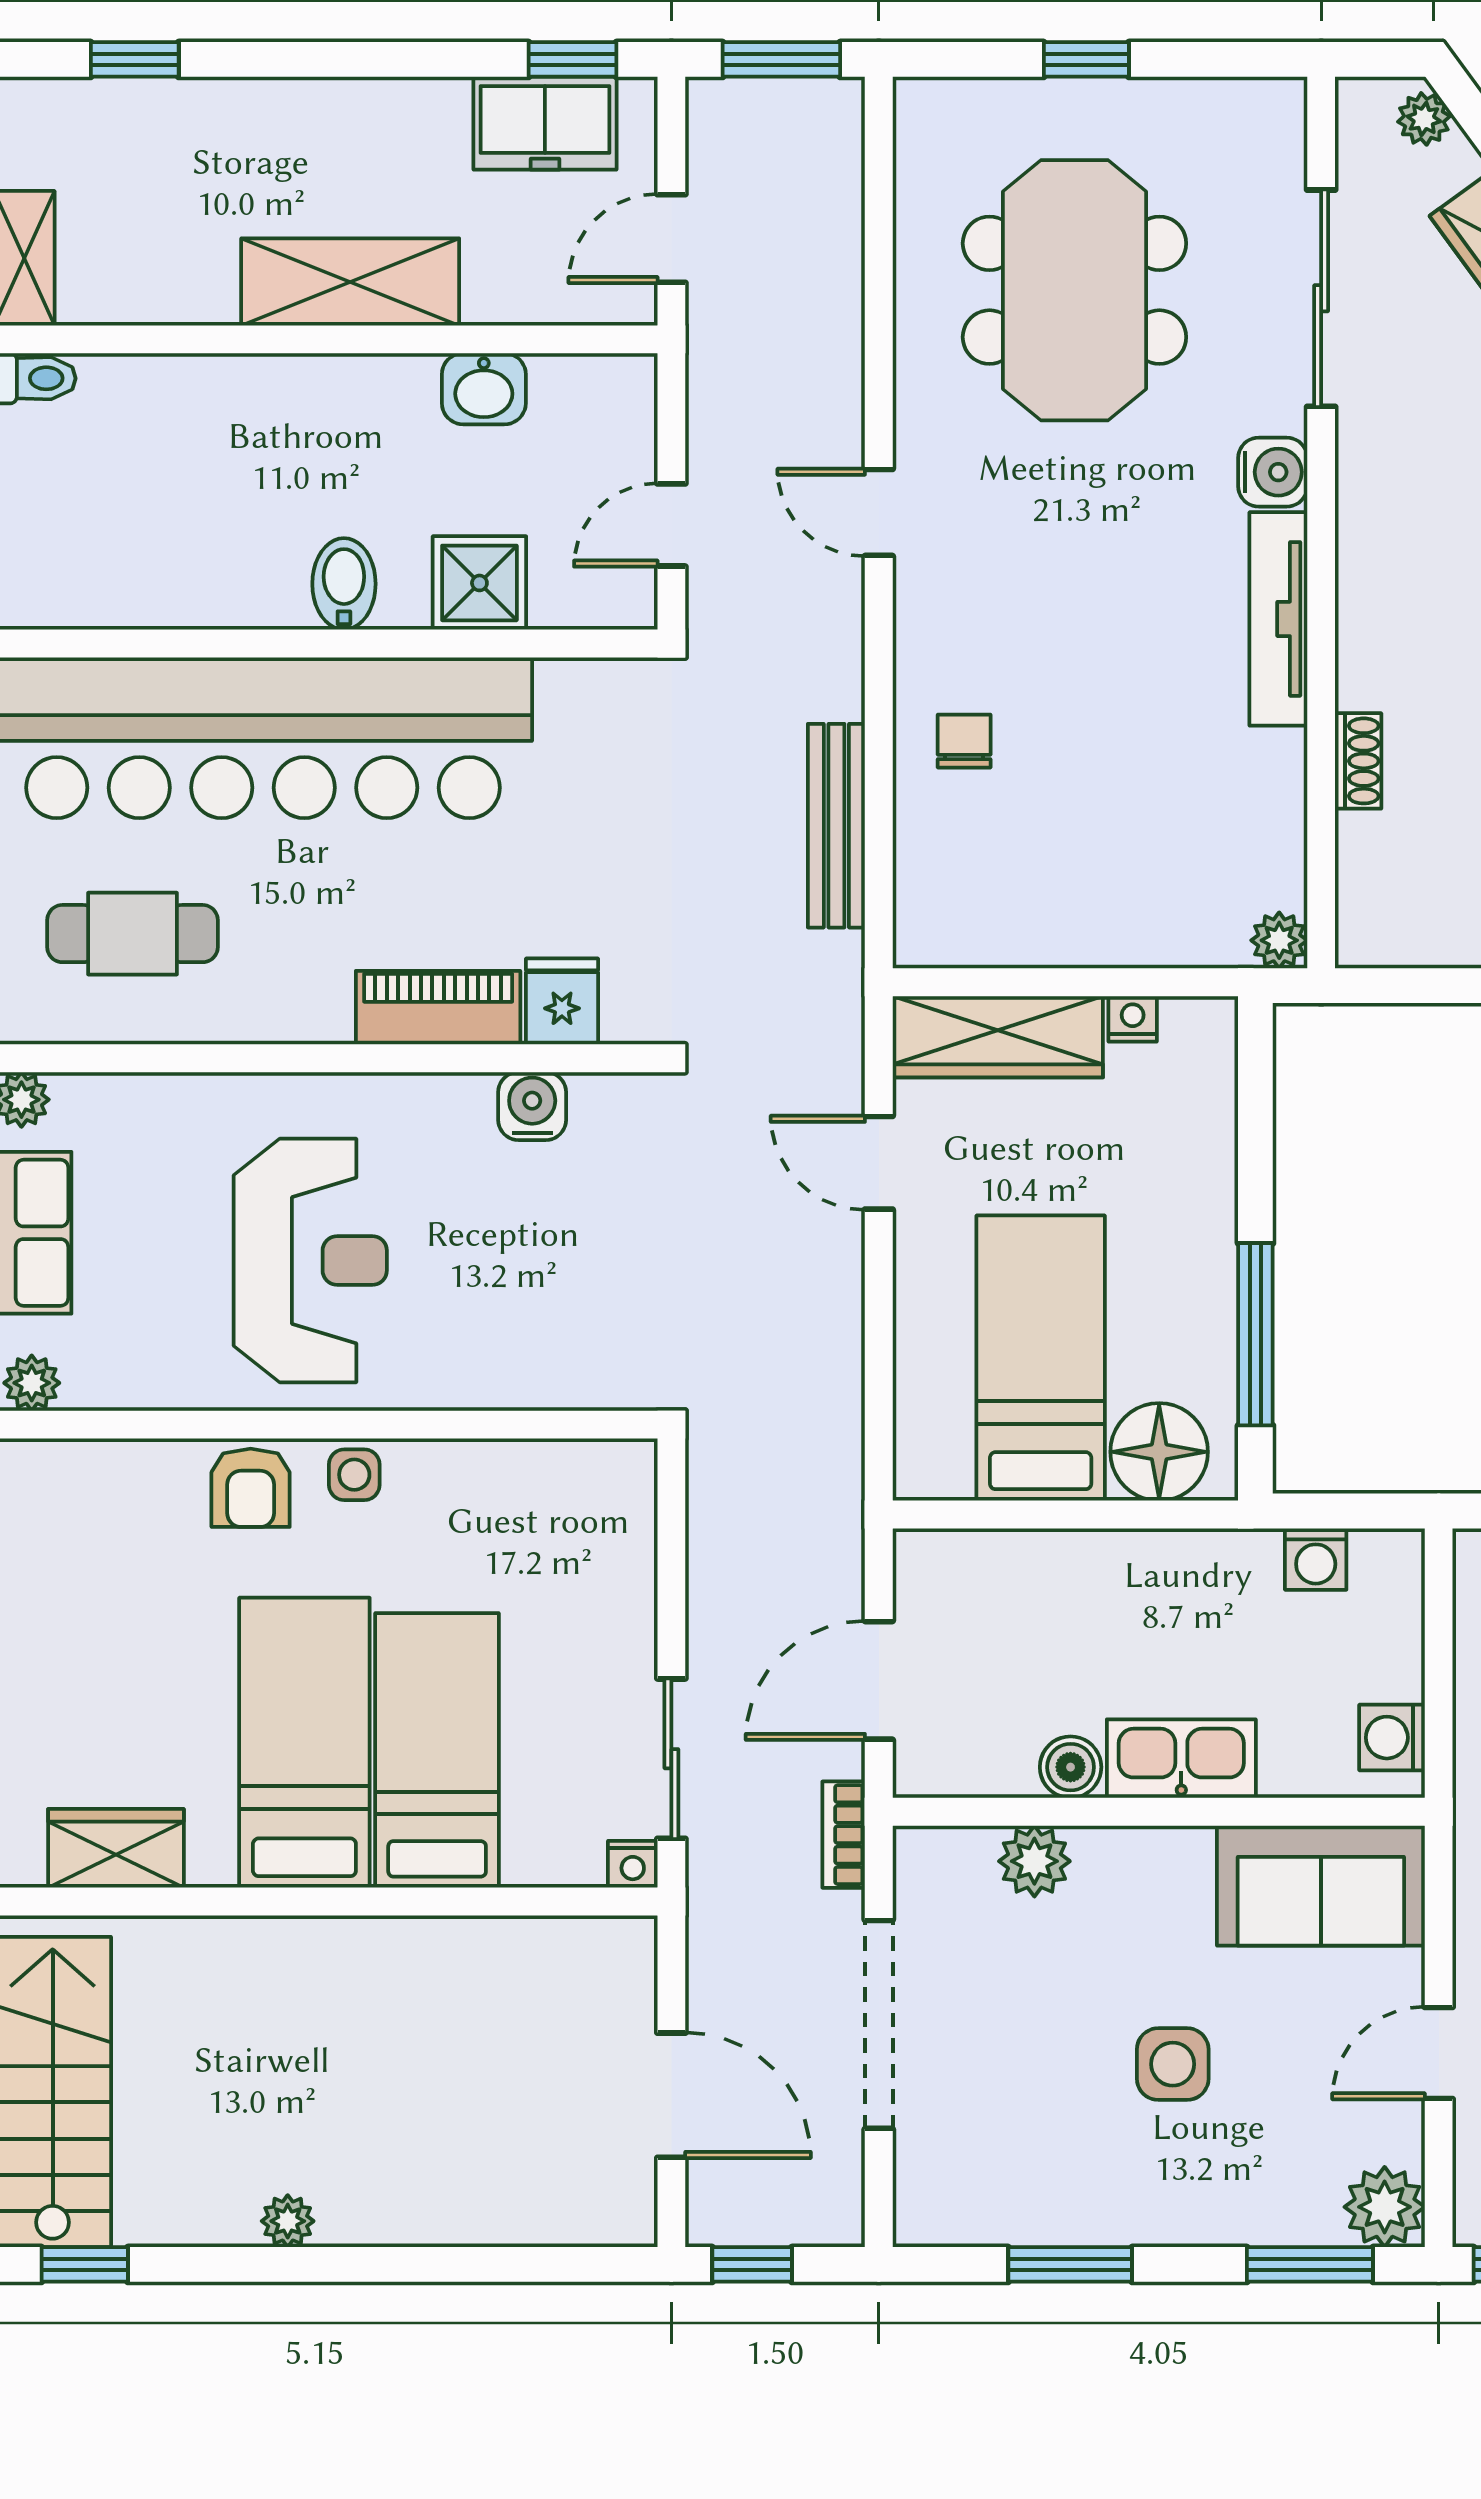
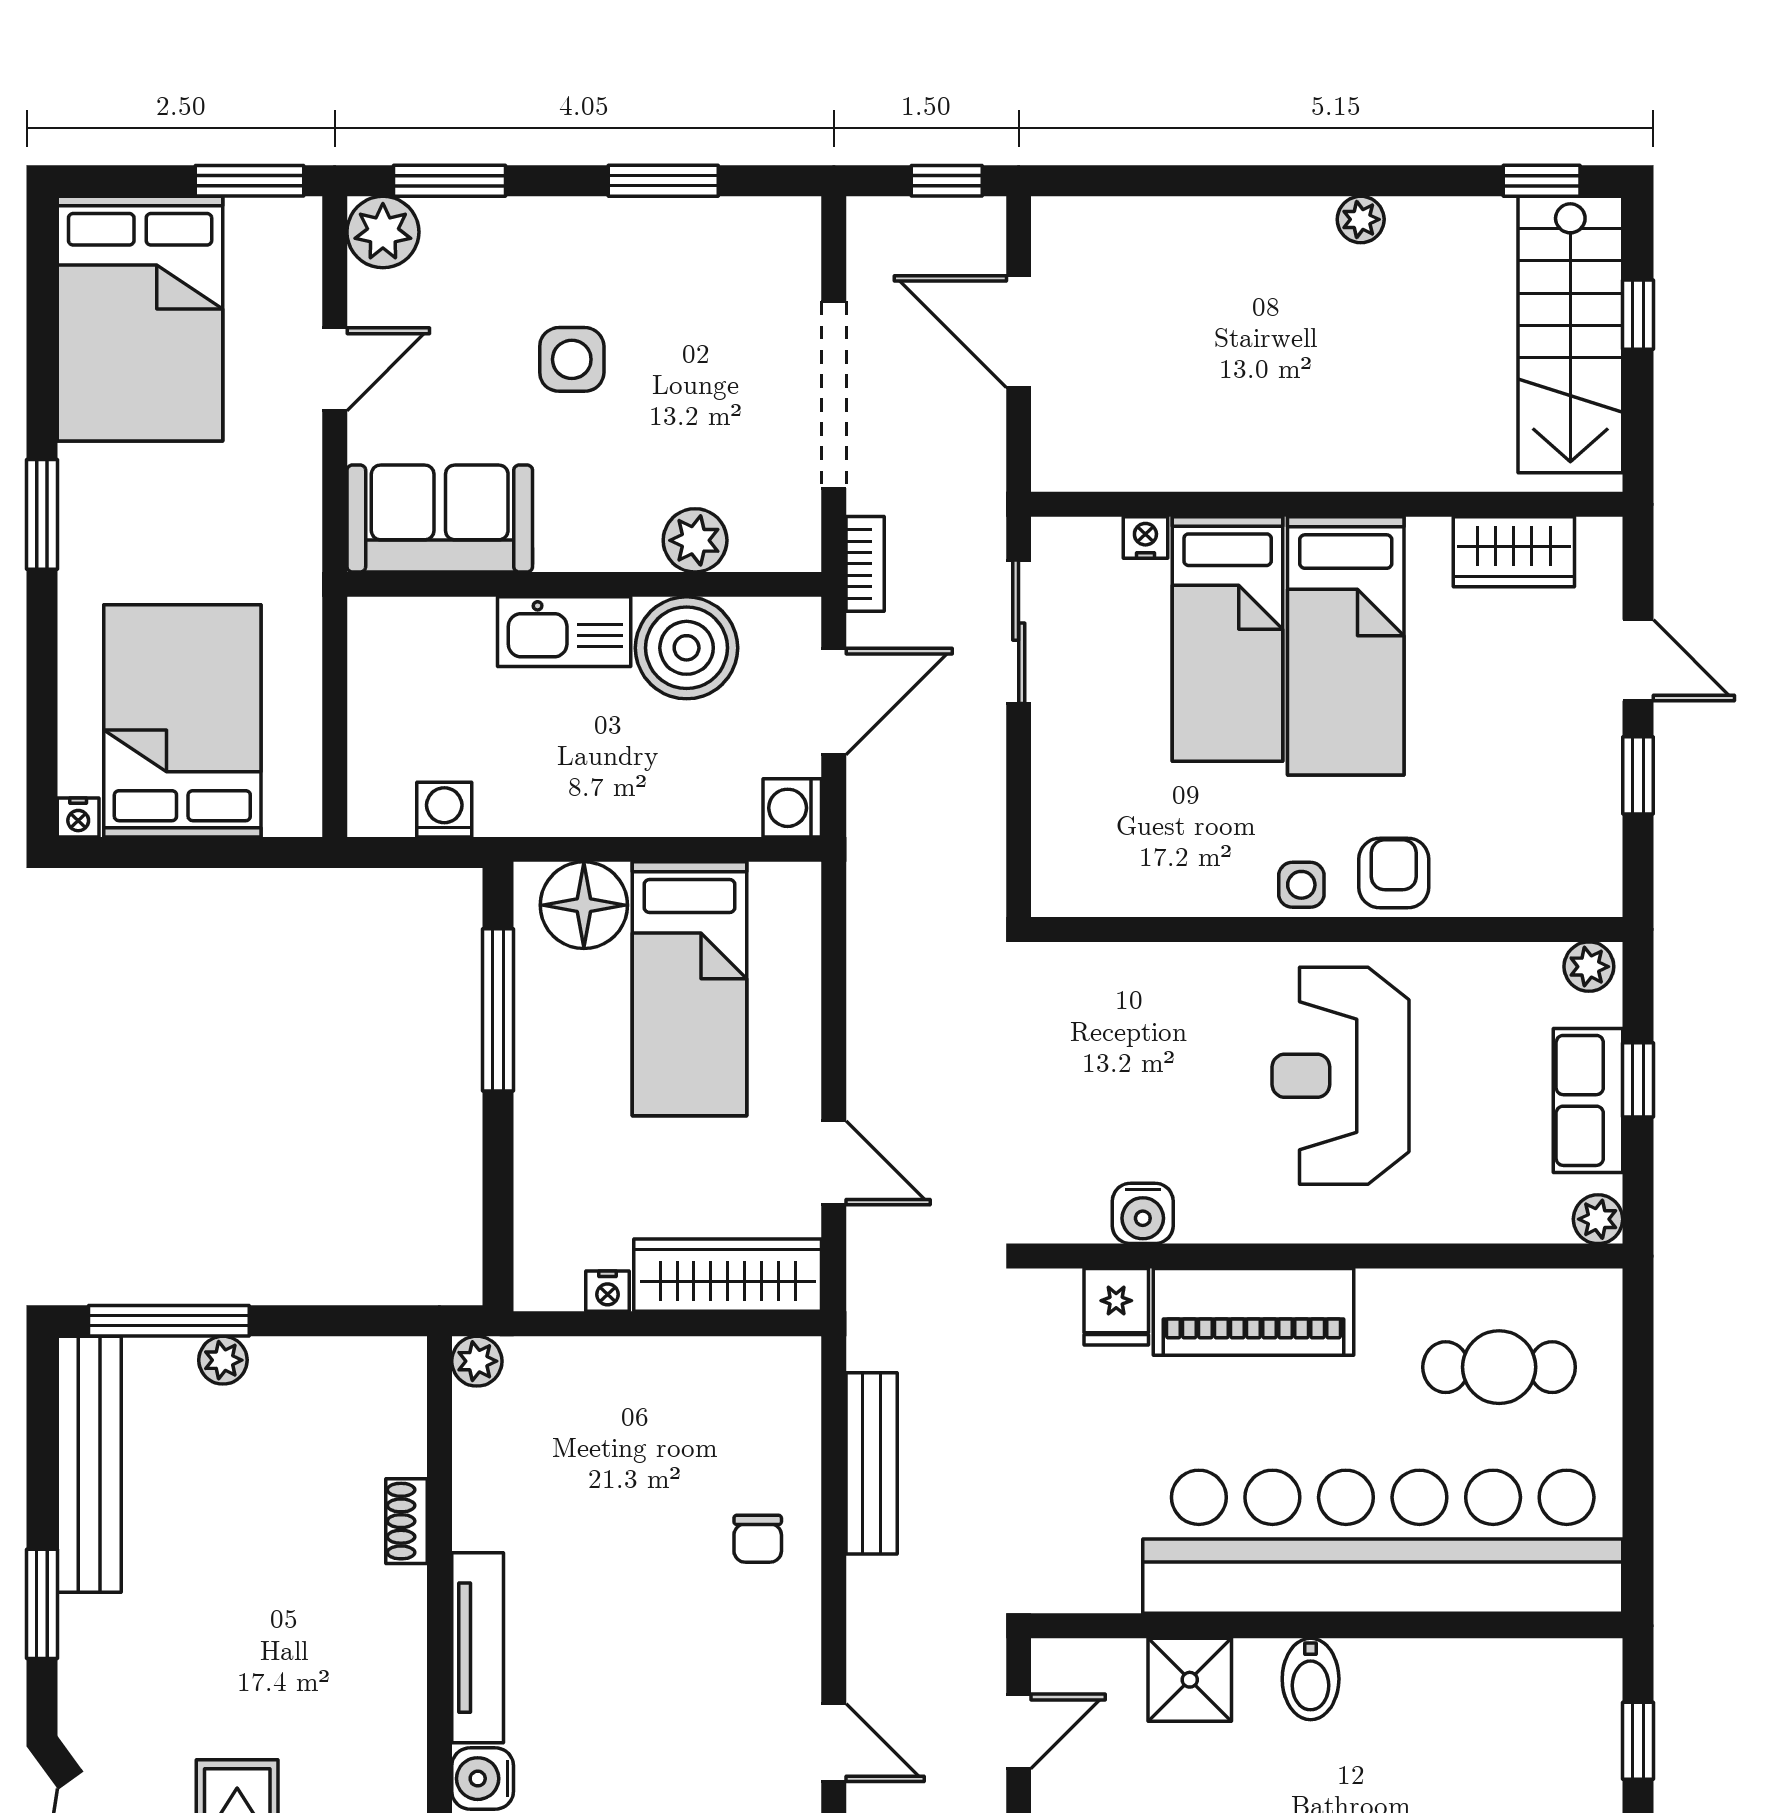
piano: (438, 1008) -> (1253, 1312), width x1.37, depth x1.33
washing machine: (1392, 1738) -> (792, 808), moved, turned 180
boiler: (1071, 1767) -> (687, 648), width x1.86, depth x1.86
nightstand: (633, 1864) -> (1145, 538), moved

